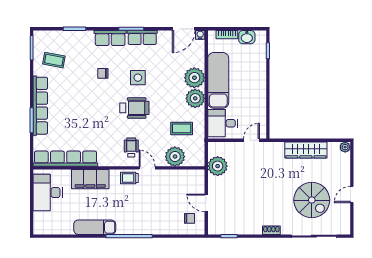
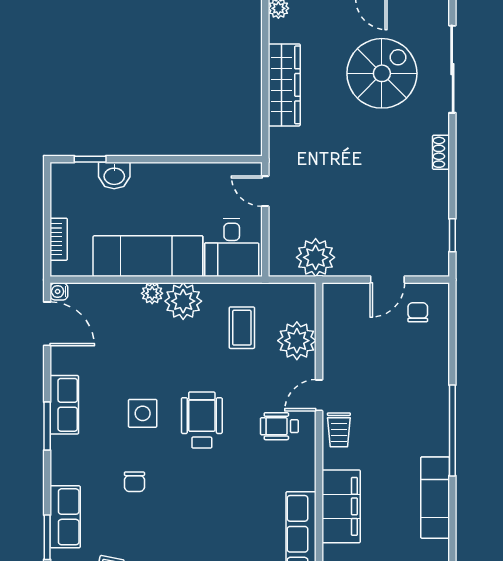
washbasin: (247, 37) -> (114, 175), moved, turned 90
row of seats: (110, 38) -> (65, 517), moved
plant: (194, 78) -> (152, 293), width x0.53, depth x0.53

